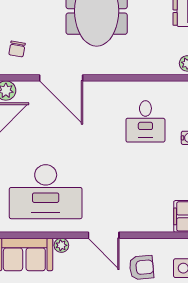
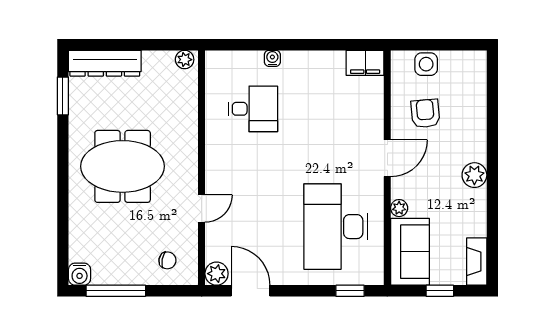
door: (61, 78) -> (202, 208), width x0.53
desk: (46, 192) -> (336, 227), turned 180

